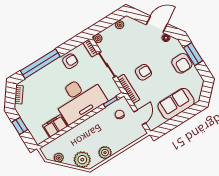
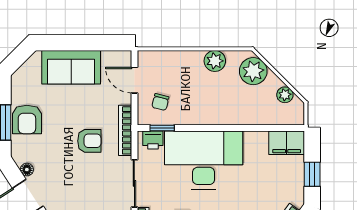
armchair: (182, 63) -> (27, 119), turned 180
armchair: (143, 72) -> (89, 141), turned 180
printer: (111, 93) -> (153, 140), added
door: (140, 117) -> (134, 80), hinge flipped
filing cabinet: (55, 126) -> (287, 143), moved

